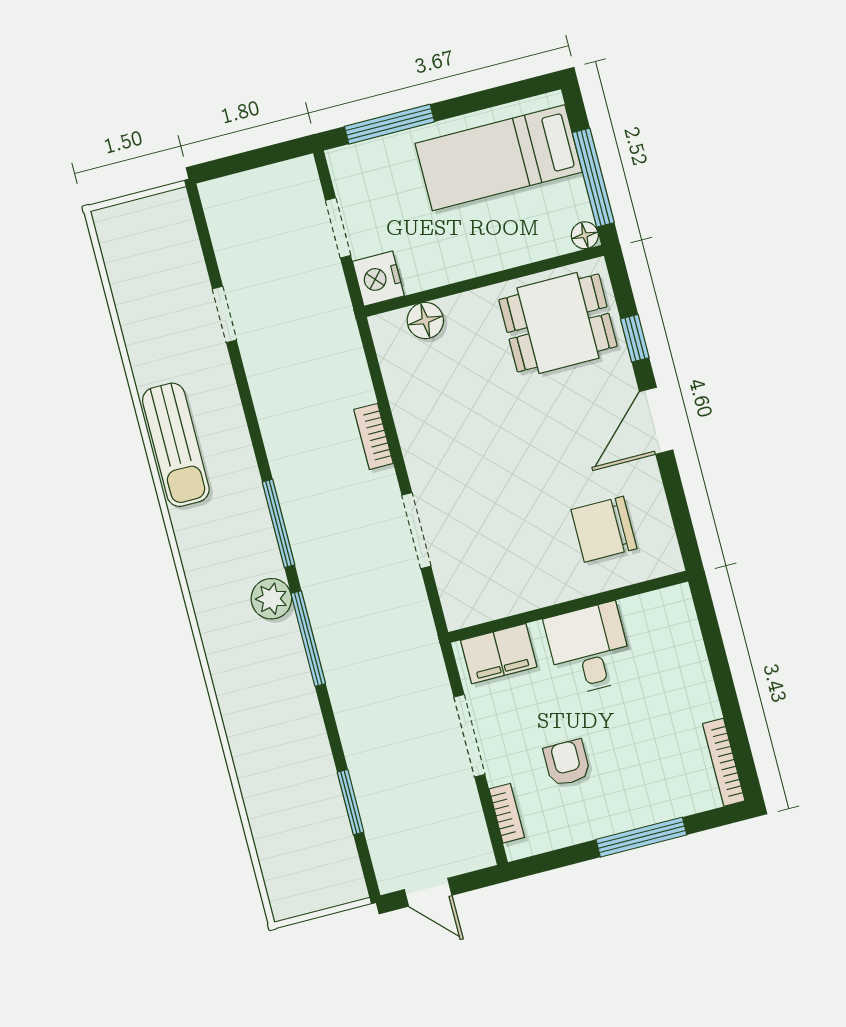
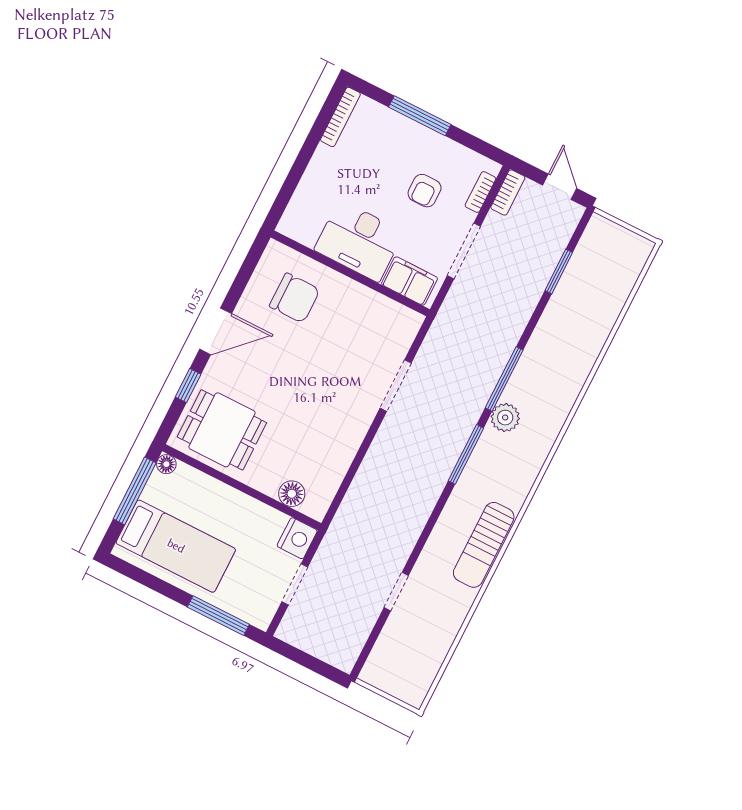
bookcase: (373, 436) -> (508, 193), moved
sun lounger: (176, 445) -> (484, 545), turned 180
desk: (589, 649) -> (359, 241), width x1.37

